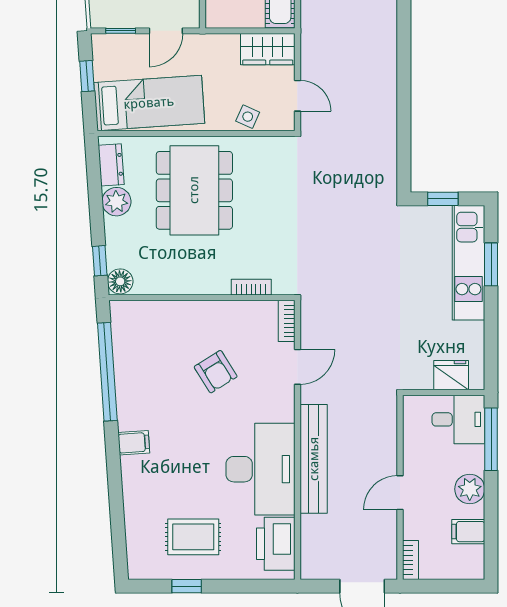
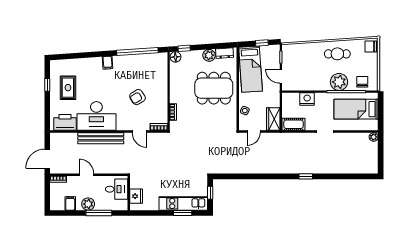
desk: (458, 419) -> (117, 189), moved, turned -90
window: (491, 439) -> (99, 213), moved

